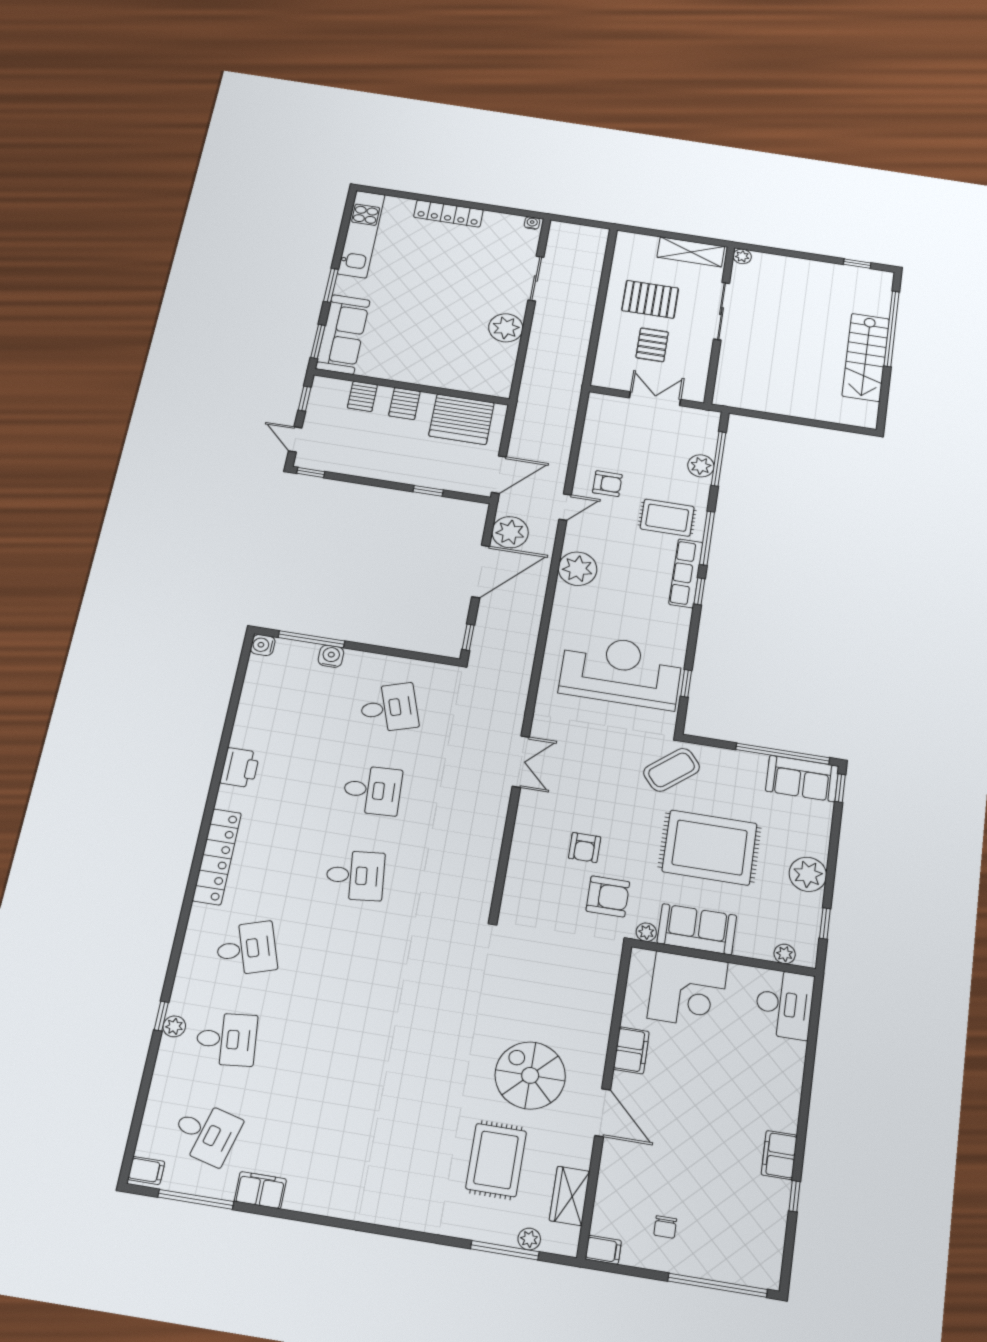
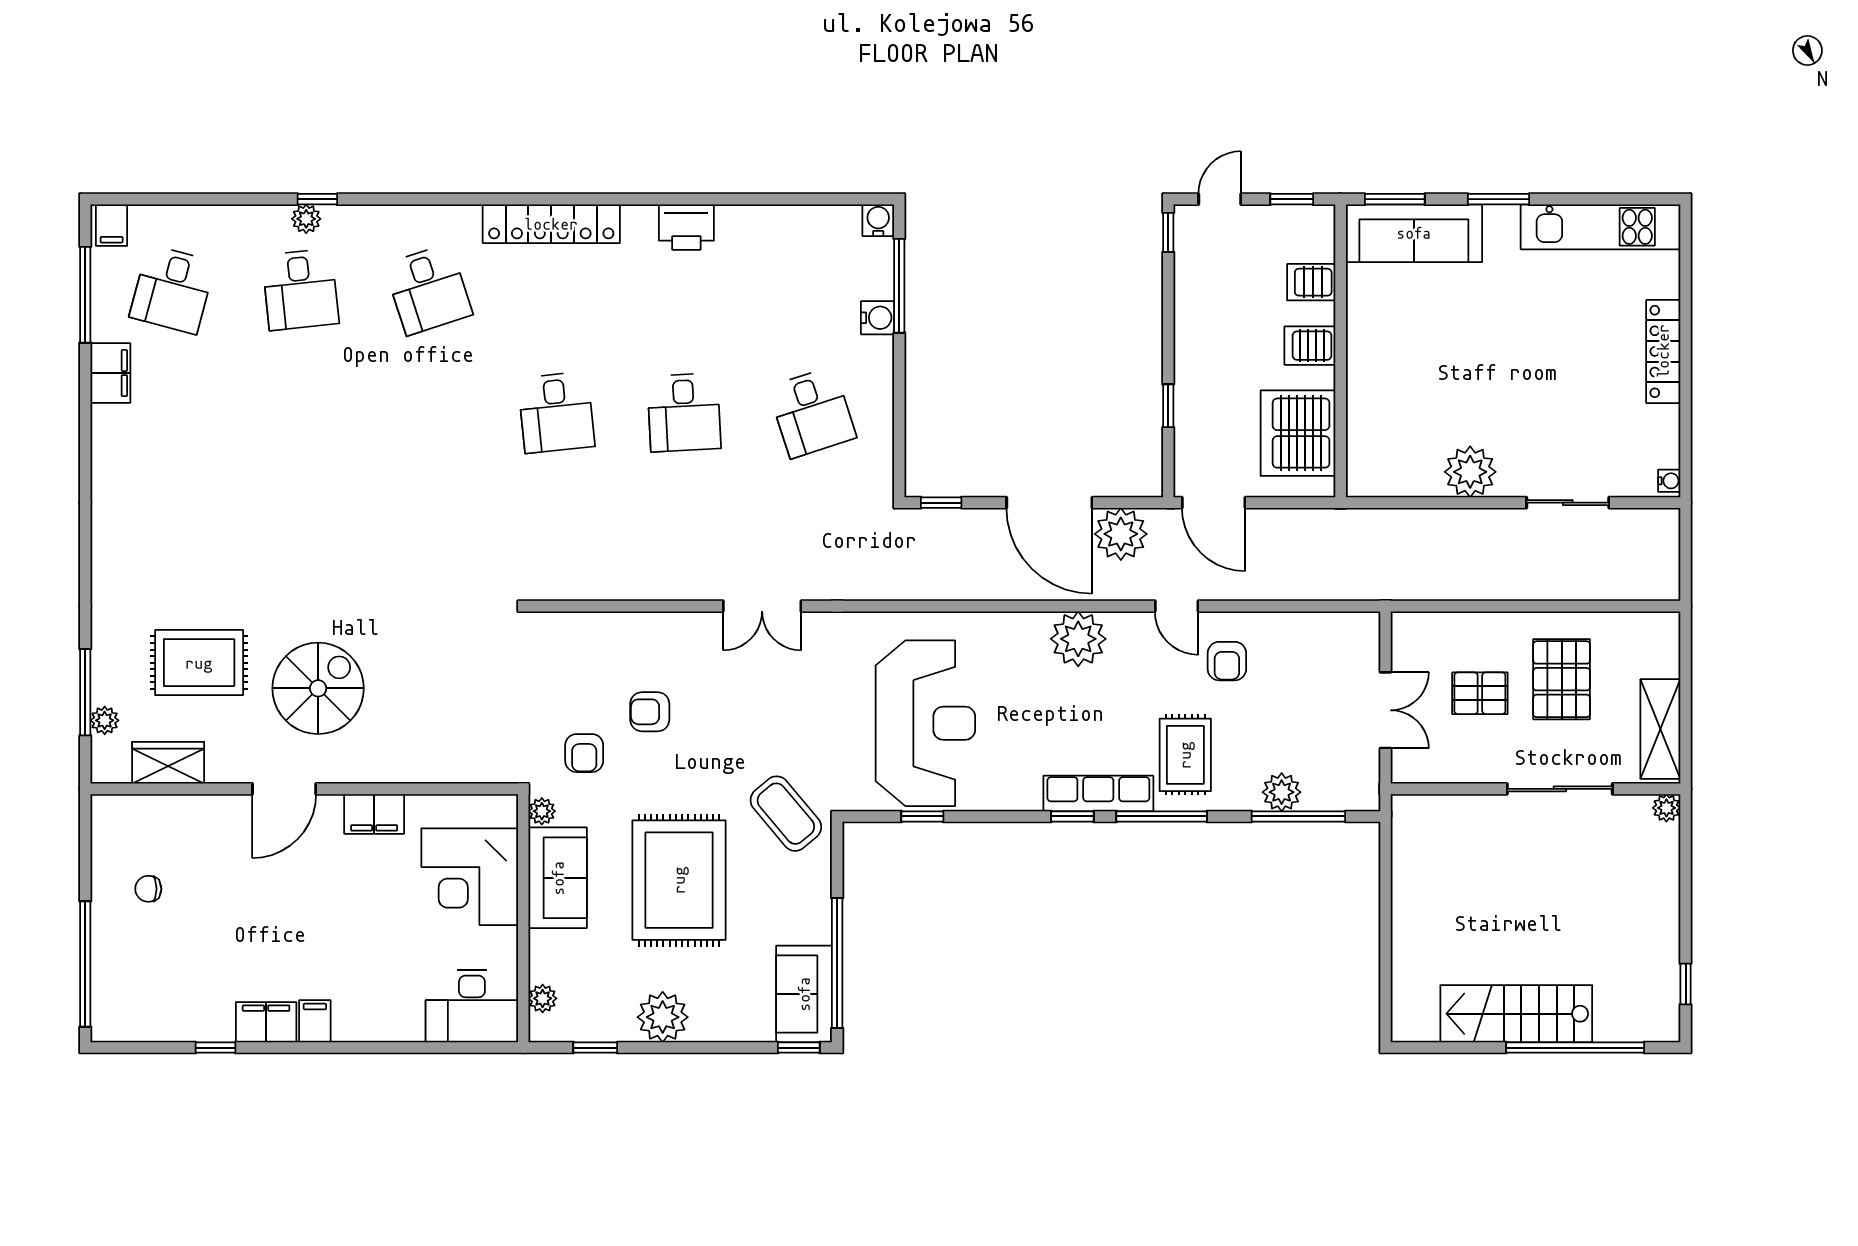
armchair: (608, 896) -> (584, 753), width x0.72, depth x0.72
filing cabinet: (603, 1250) -> (315, 1021), moved, turned 180

